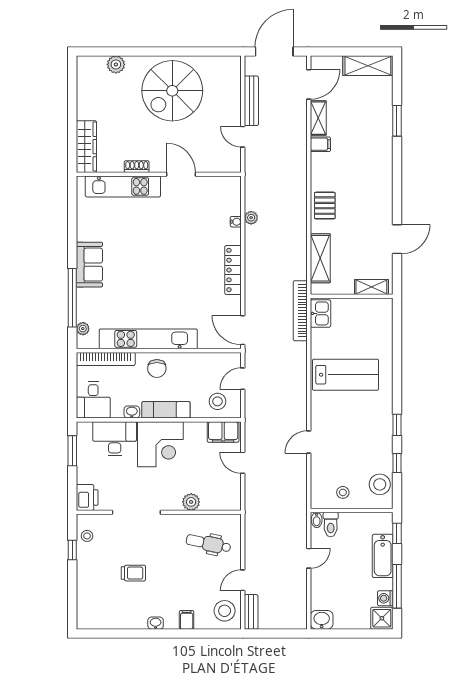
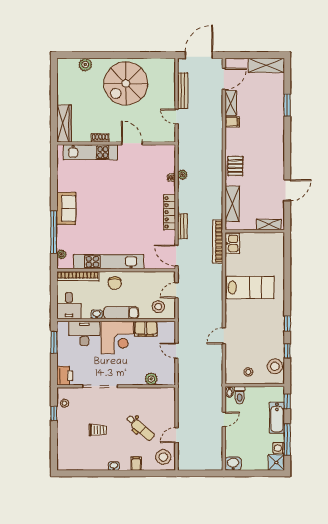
filing cabinet: (223, 432) -> (146, 329), moved
plant: (191, 502) -> (151, 379), moved
dental chair: (208, 544) -> (140, 428), moved, turned -151
bench: (251, 612) -> (182, 226), moved

